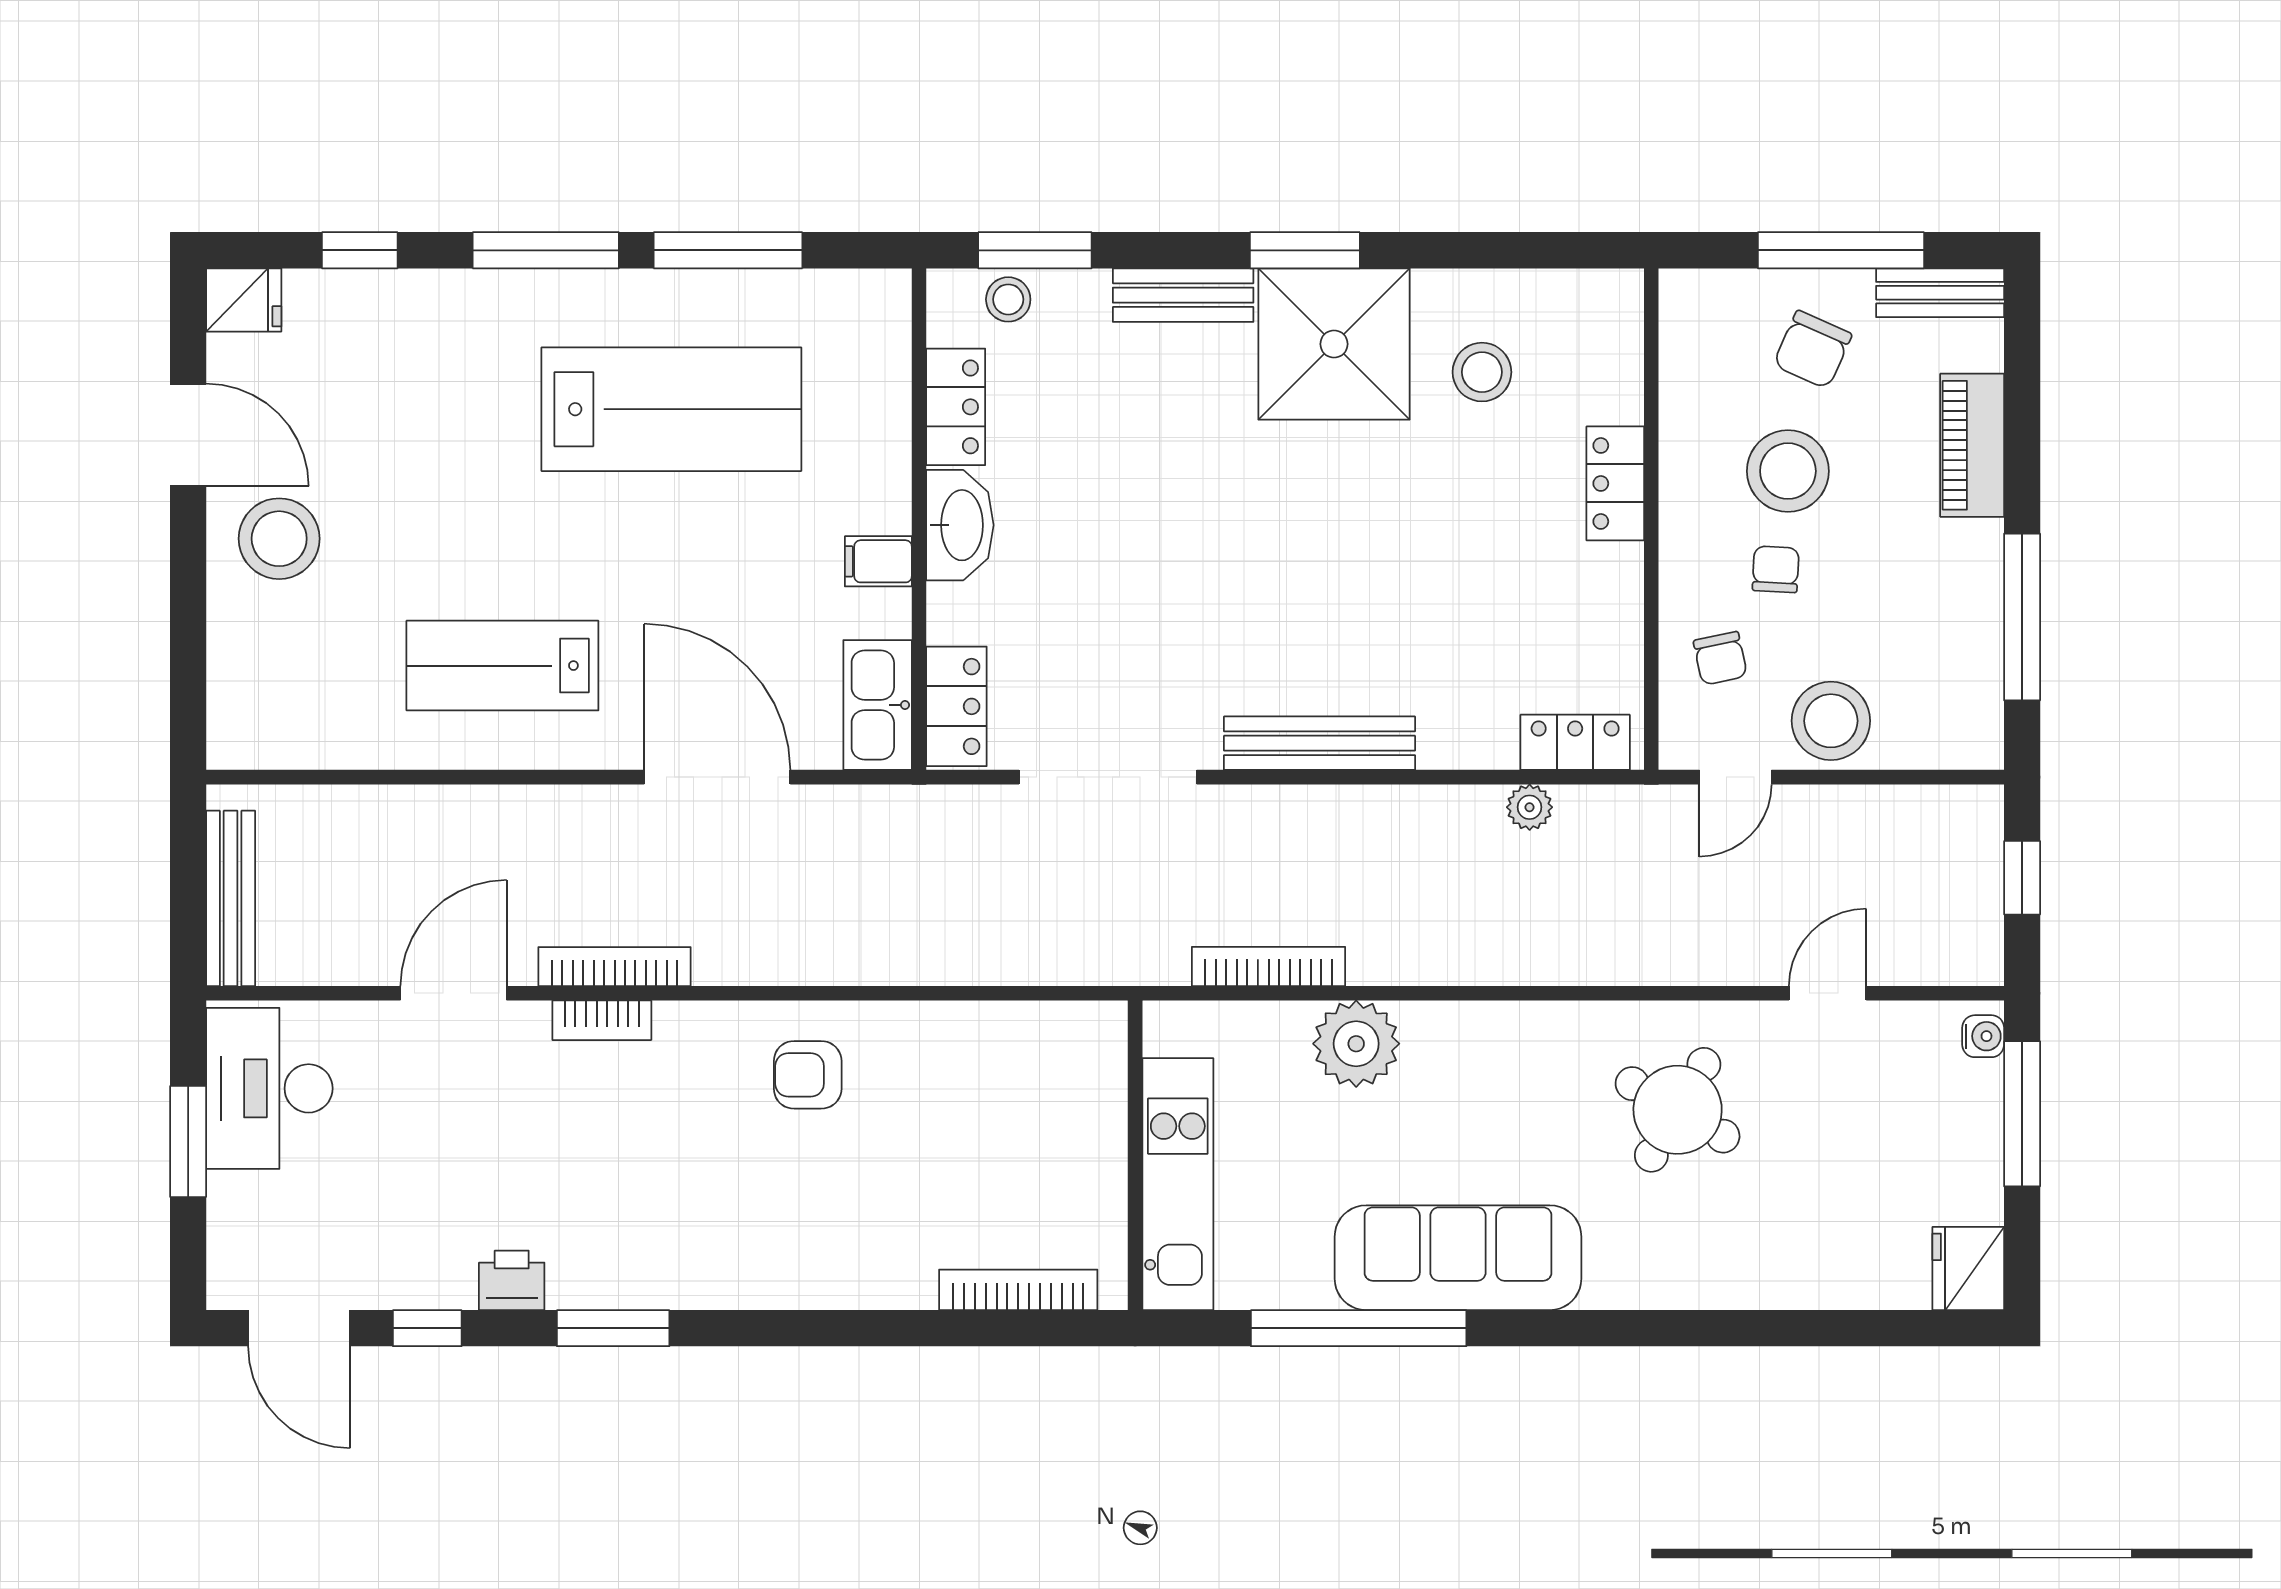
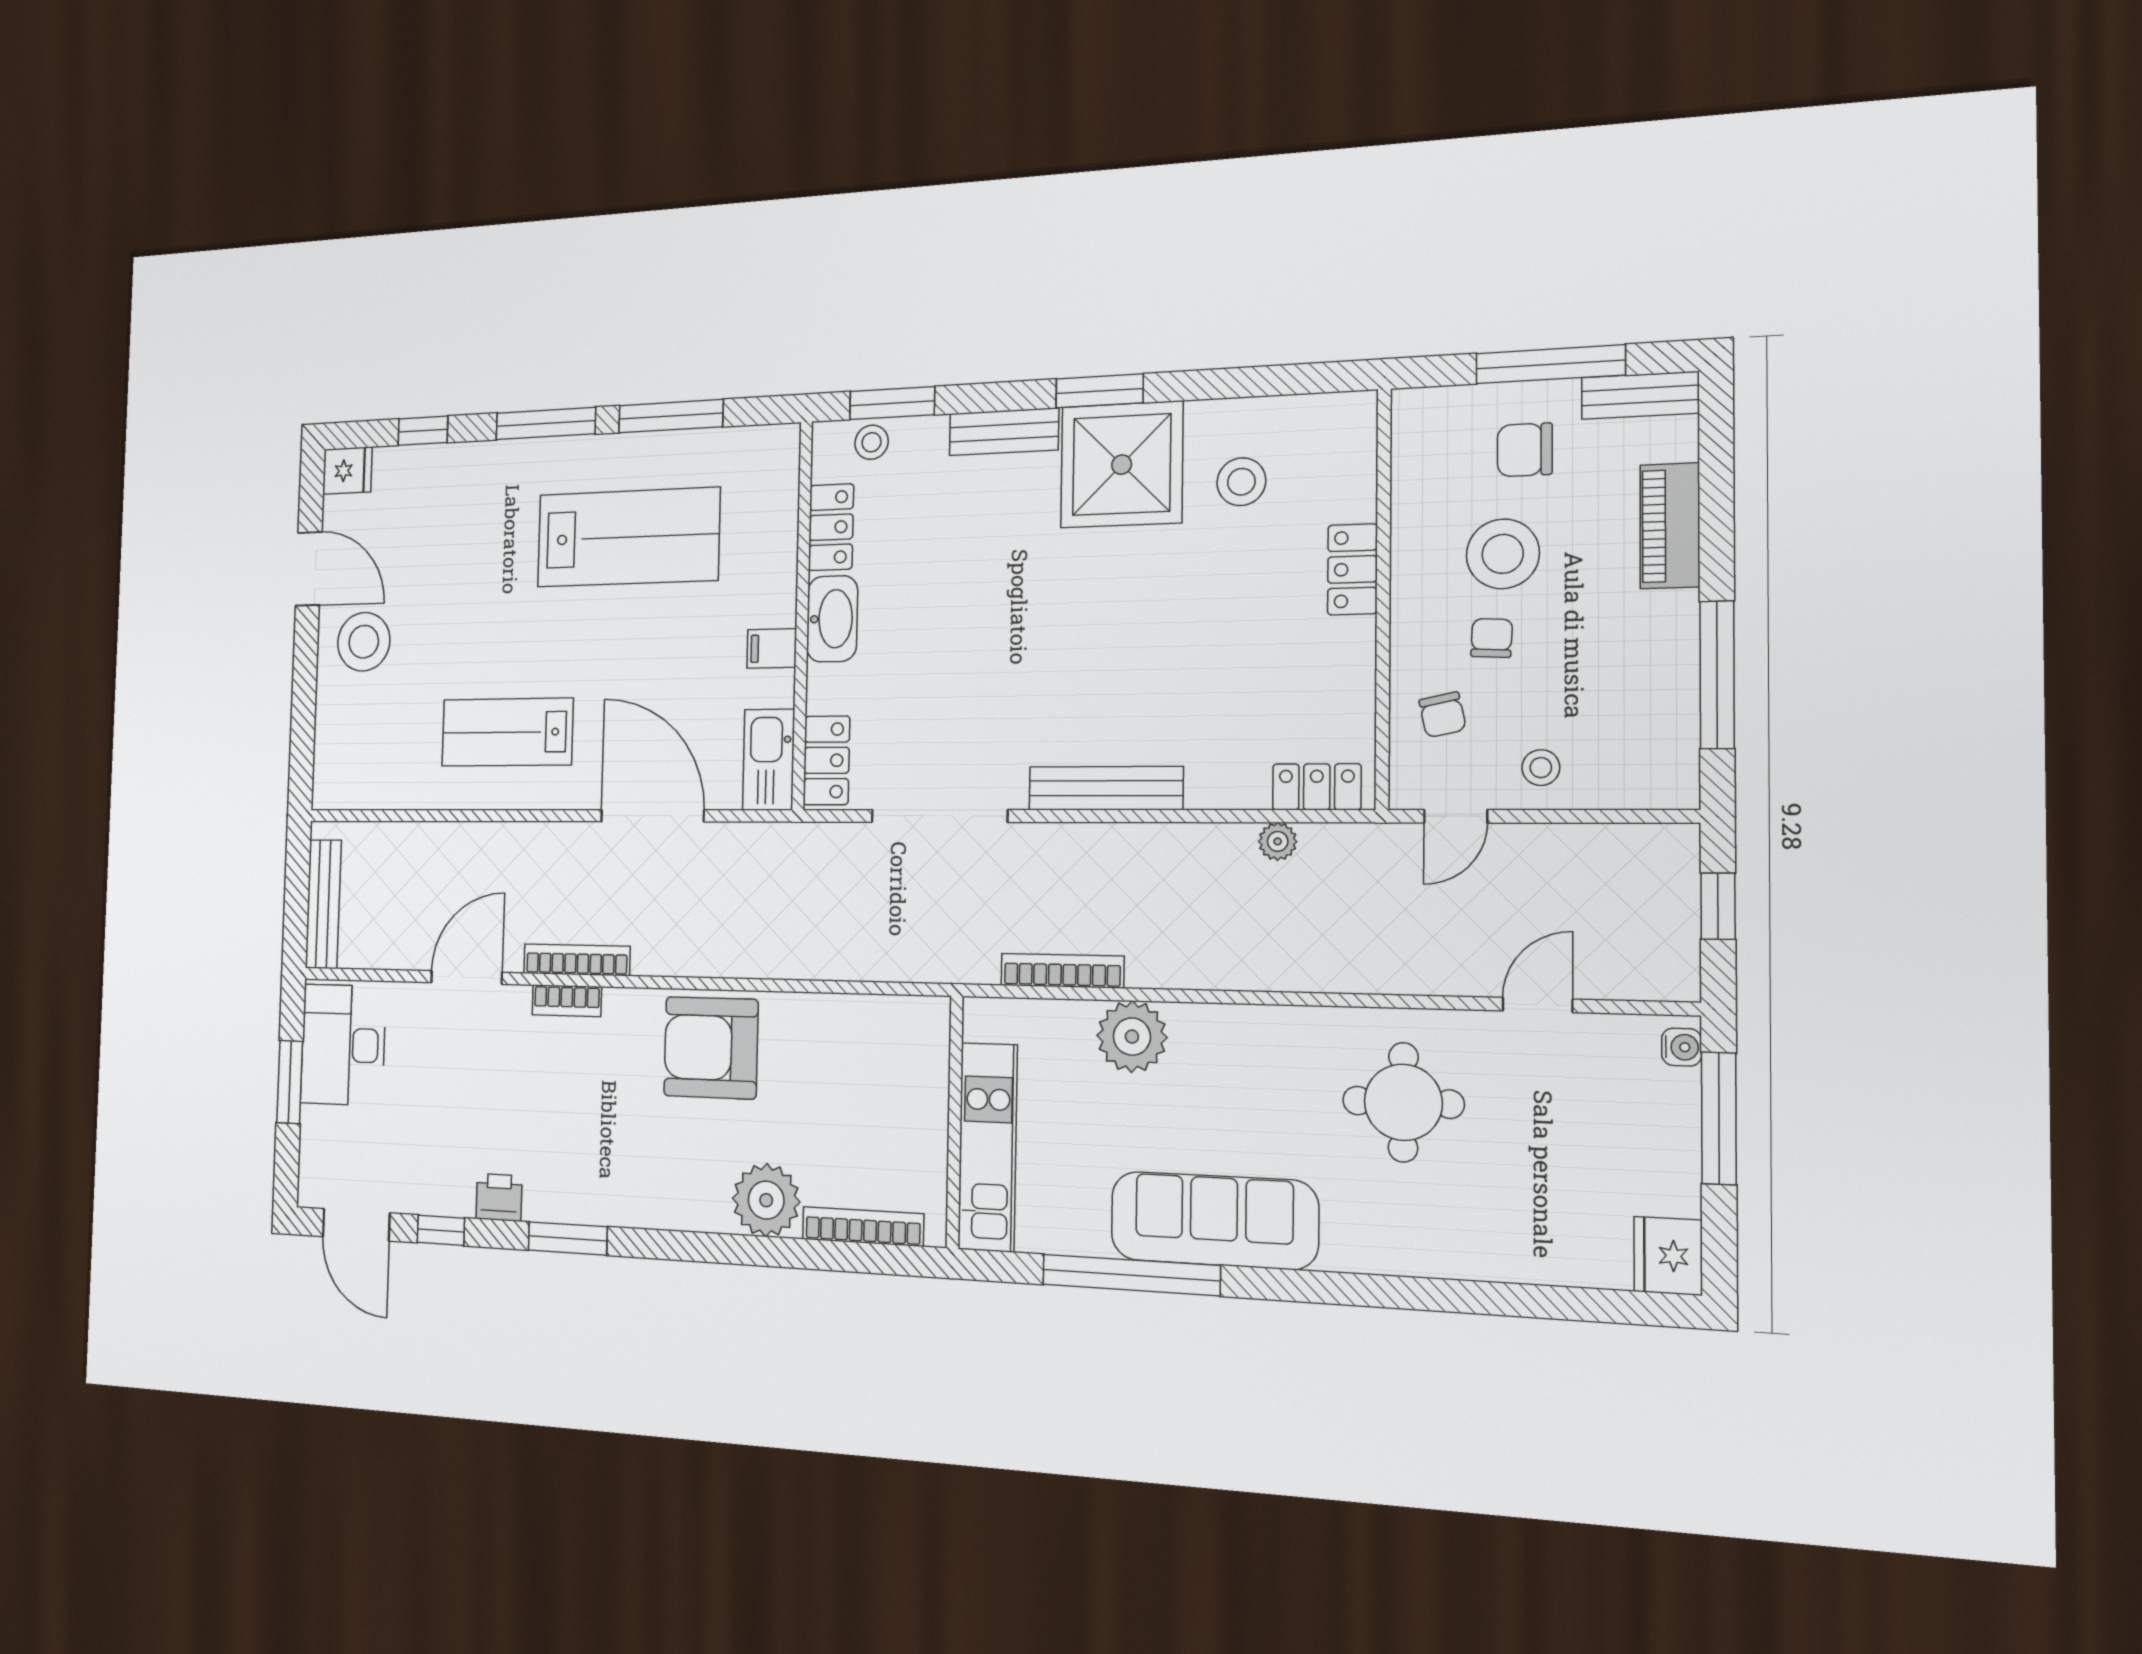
chair: (1813, 350) -> (1525, 450), turned 66
stool: (1831, 721) -> (1541, 768), width x0.53, depth x0.53
armchair: (808, 1075) -> (711, 1048), width x1.88, depth x1.88
round table: (1678, 1110) -> (1403, 1102), turned -30
plant: (888, 1264) -> (766, 1200), added

